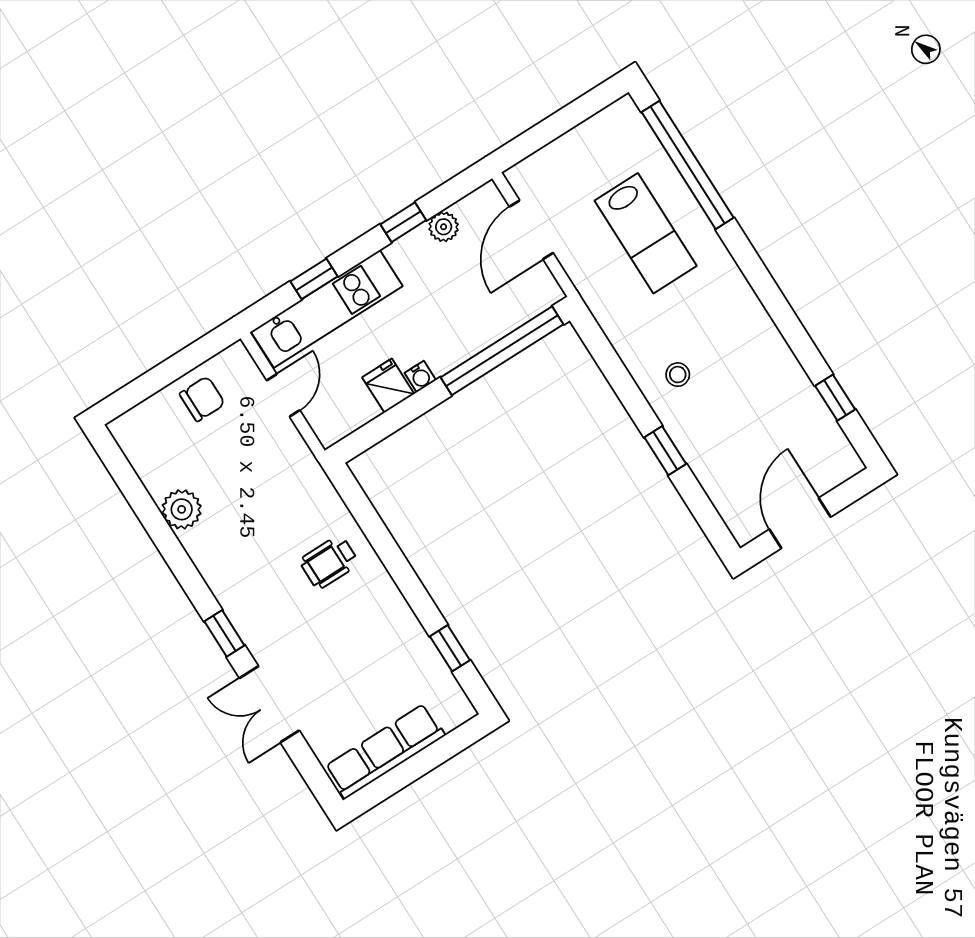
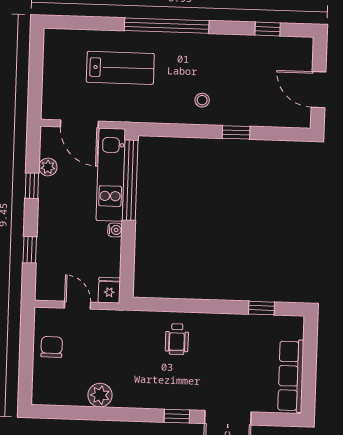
window: (688, 165) -> (167, 26), moved
kitchen unit: (327, 309) -> (111, 175), moved, turned 180
fridge: (388, 386) -> (109, 290), moved, turned 90

